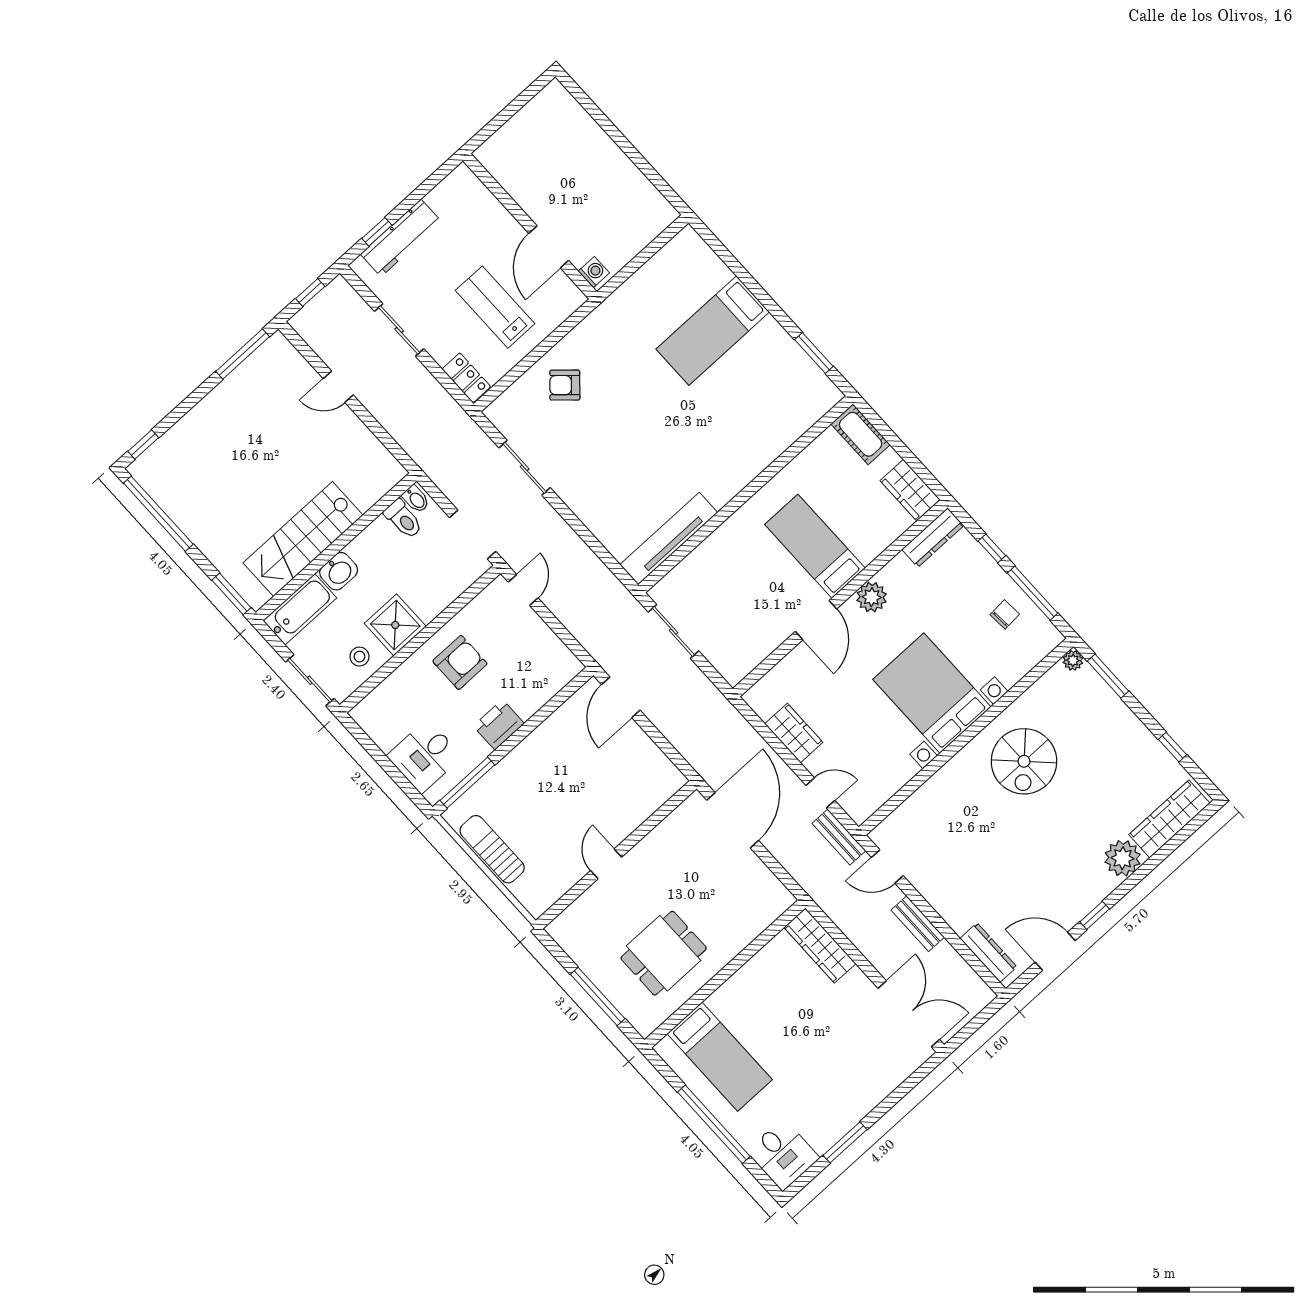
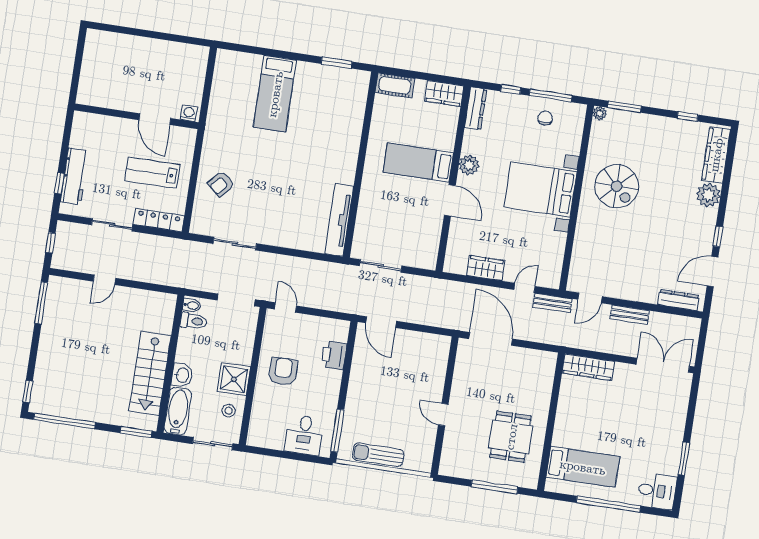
locker: (466, 378) -> (159, 220), width x1.53
printer: (499, 725) -> (334, 355), moved

